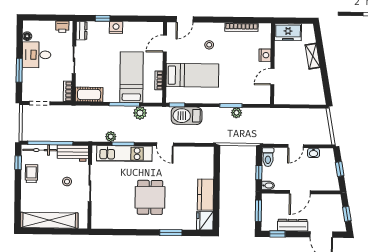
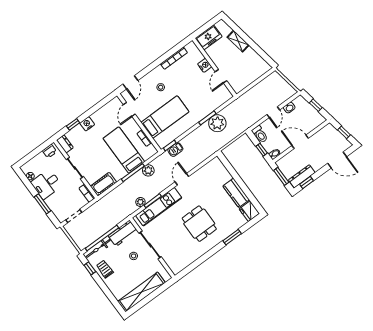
plant: (236, 113) -> (217, 123), width x1.88, depth x1.88
barbecue: (187, 116) -> (175, 150), width x0.53, depth x0.65
door: (165, 144) -> (182, 179), swing flipped
door: (300, 192) -> (300, 142), swing flipped
dresser: (293, 225) -> (302, 176), moved

